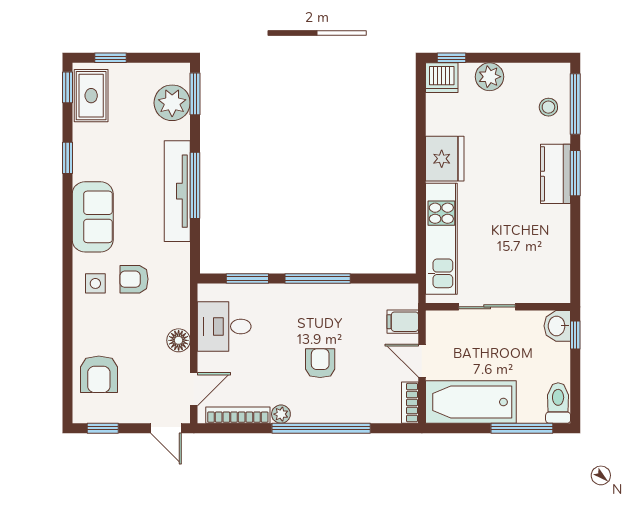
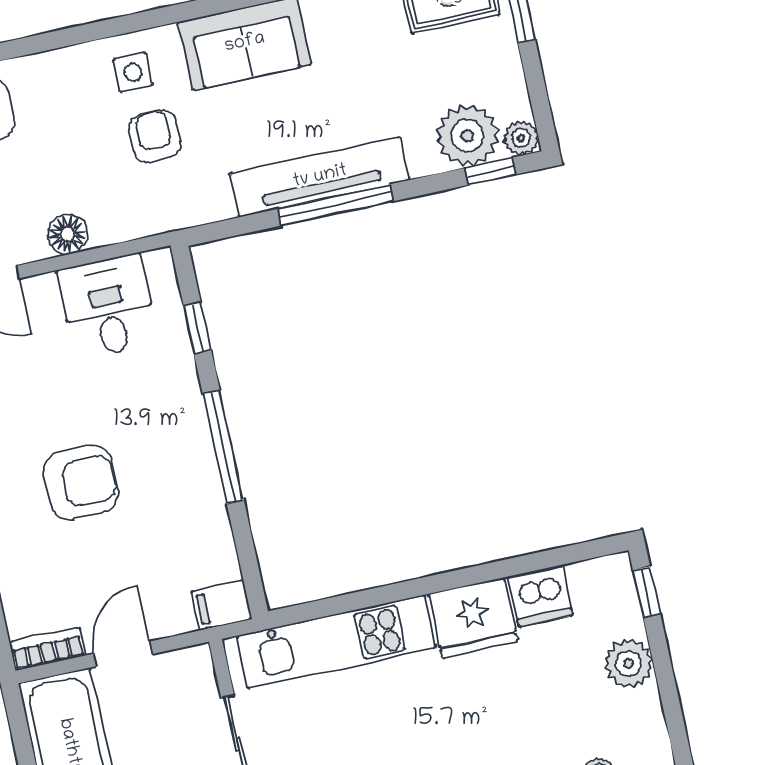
plant: (180, 73) -> (521, 138), added
dishwasher: (442, 78) -> (540, 596), moved, turned -90
window: (195, 94) -> (491, 171), width x0.67
window: (247, 279) -> (197, 328), width x0.67
filing cabinet: (403, 322) -> (221, 605), moved, turned -90
armchair: (320, 363) -> (81, 482), width x1.38, depth x1.38

